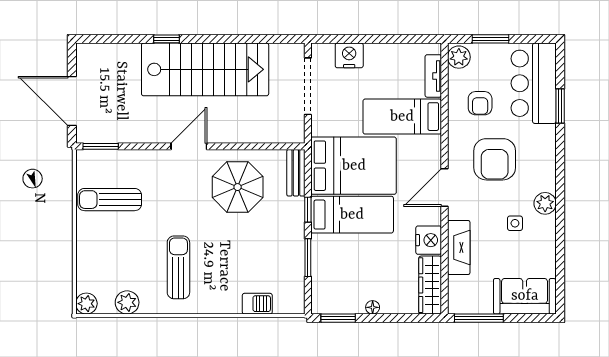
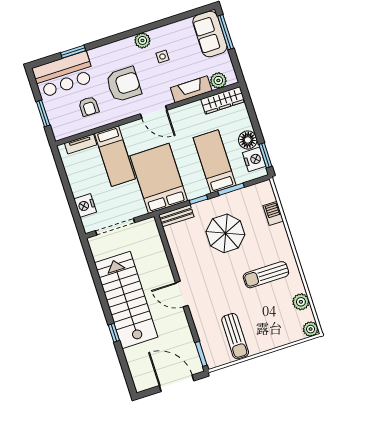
plant: (459, 57) -> (218, 80), moved
door: (72, 101) -> (177, 383), swing flipped
armchair: (480, 103) -> (89, 106), turned 90
parasol: (238, 187) -> (225, 233), moved
bed: (352, 215) -> (215, 161), moved
nightstand: (429, 240) -> (254, 159), moved, turned 90
floor lamp: (373, 307) -> (248, 140), width x1.89, depth x1.89
window: (479, 318) -> (226, 32), moved

